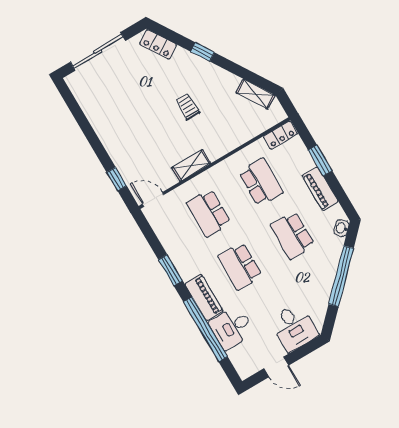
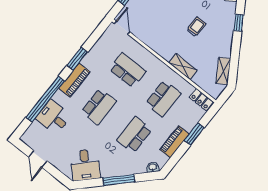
shelving: (191, 165) -> (183, 67), moved
school desk: (209, 213) -> (127, 70), turned 90
school desk: (240, 266) -> (99, 107), turned 180
window: (341, 276) -> (119, 180), width x0.68
piano: (204, 298) -> (74, 80), moved
desk: (294, 327) -> (85, 165), moved, turned -45

